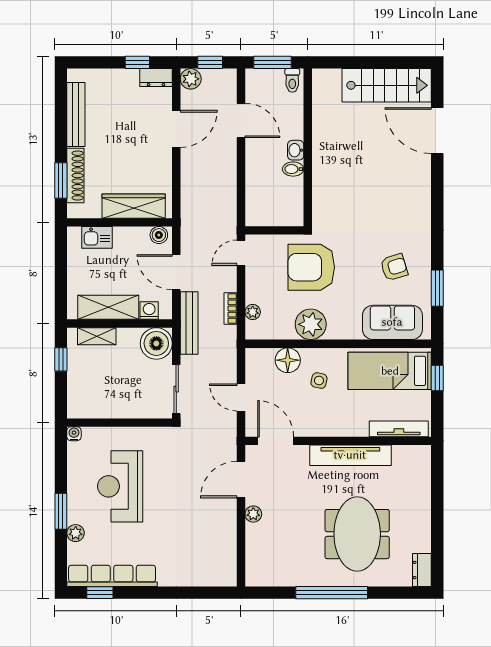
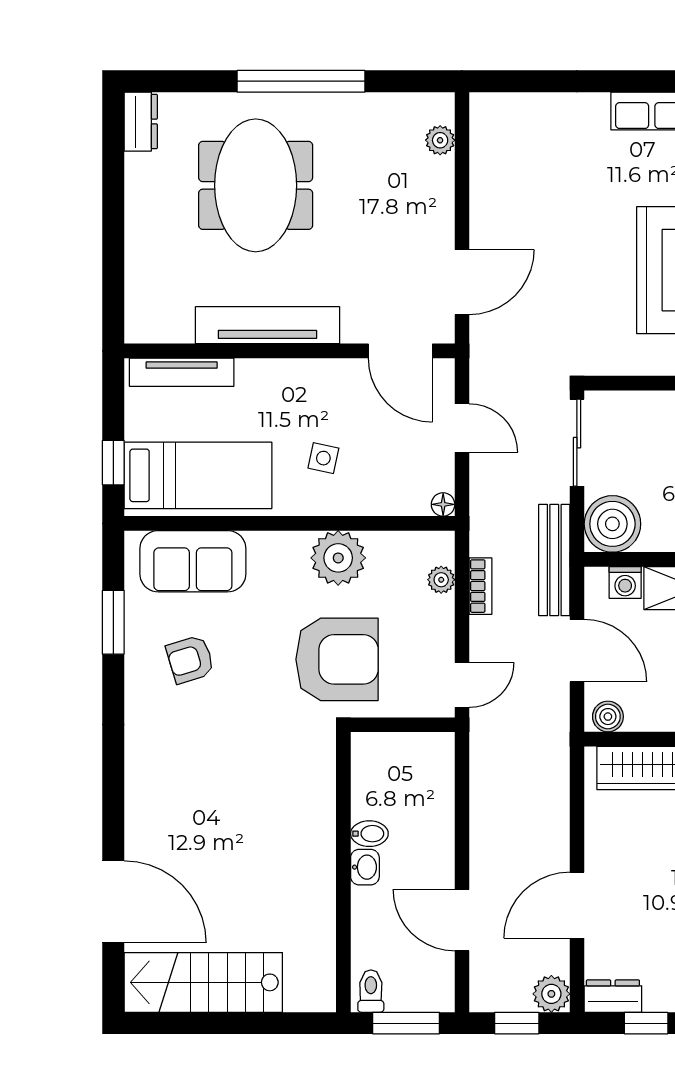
floor lamp: (288, 360) -> (443, 504), moved, width x0.53, depth x0.53
plant: (253, 514) -> (440, 140), moved

